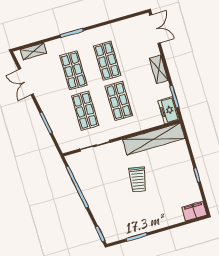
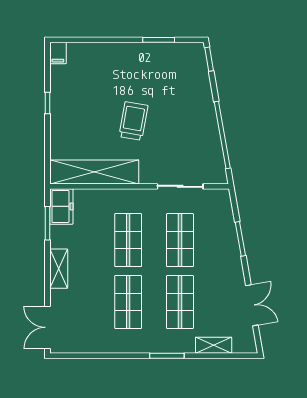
shelving: (33, 51) -> (214, 345), moved
filing cabinet: (194, 211) -> (58, 53), width x0.50

